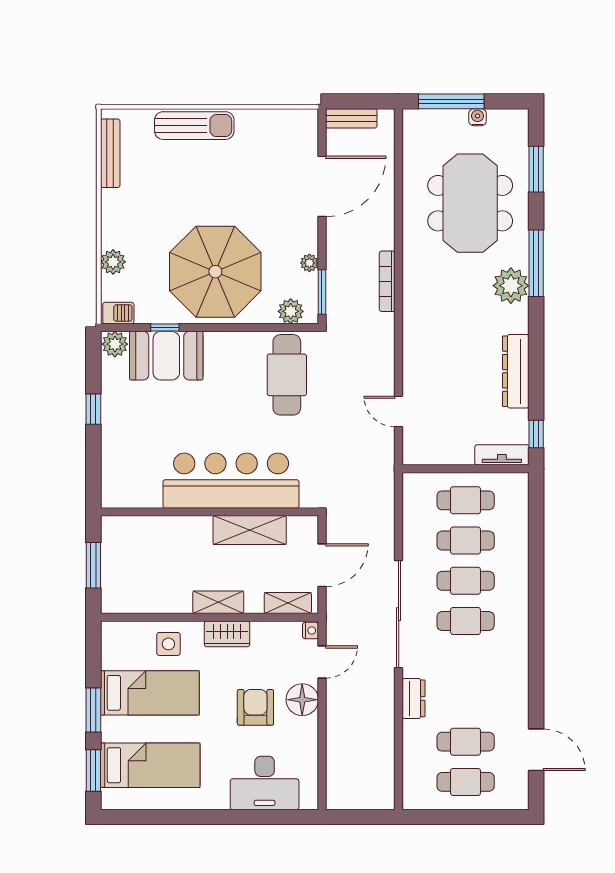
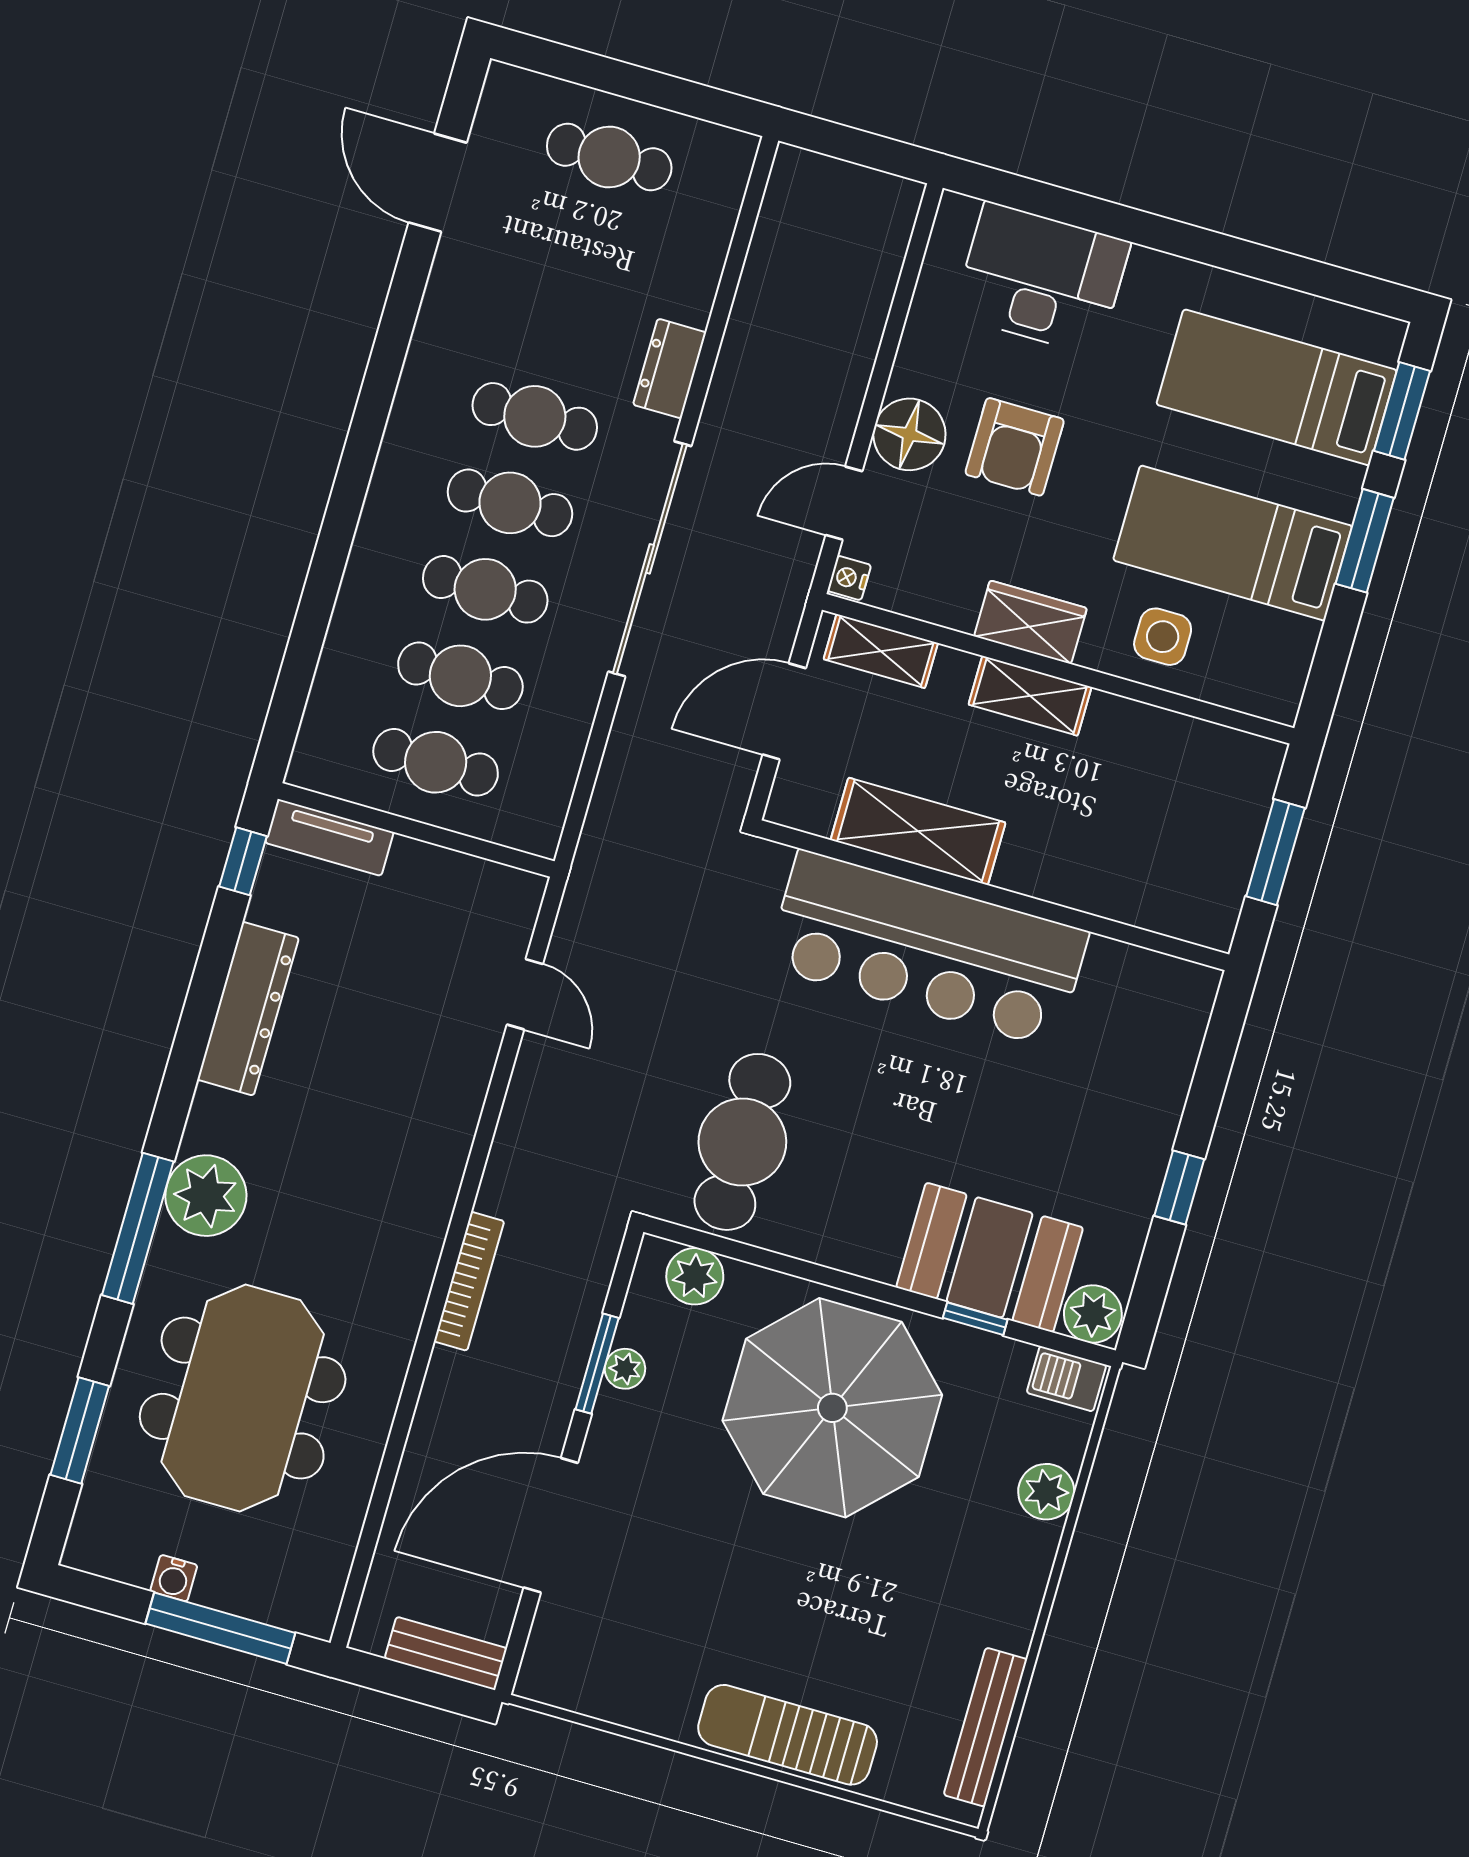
window: (322, 292) -> (597, 1364), moved
cafe table: (466, 742) -> (535, 416), moved

